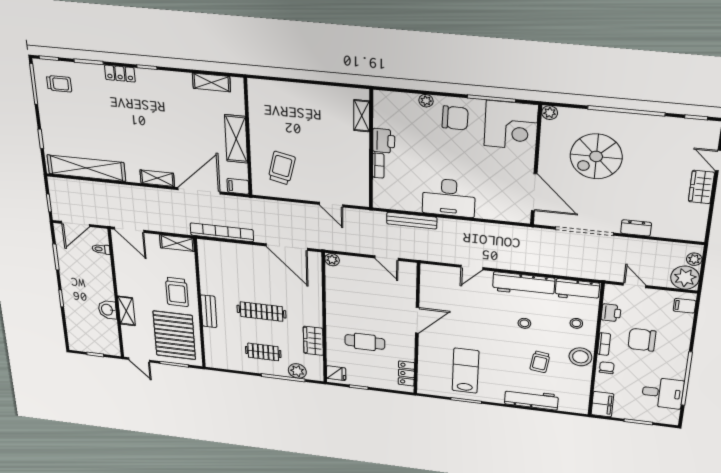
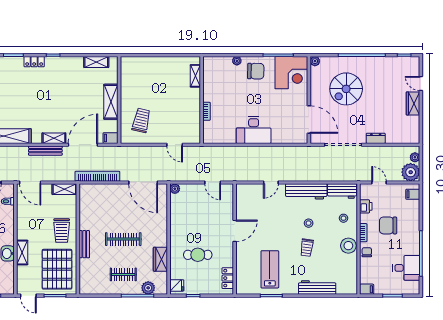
printer: (384, 141) -> (210, 93), removed
bench: (412, 221) -> (45, 151), moved
trolley: (540, 362) -> (307, 248), moved
filing cabinet: (602, 404) -> (367, 289), width x0.50

